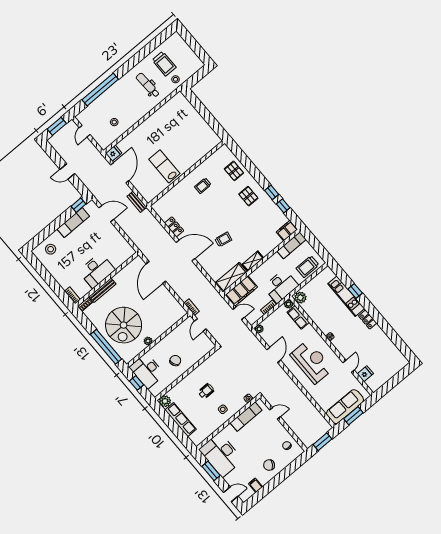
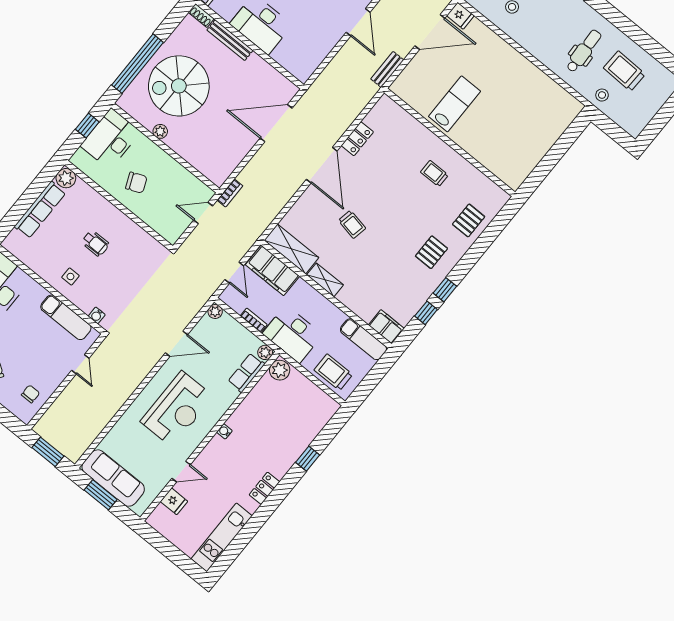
trolley: (164, 64) -> (624, 71), turned 92
kitchen unit: (346, 296) -> (222, 537), moved

